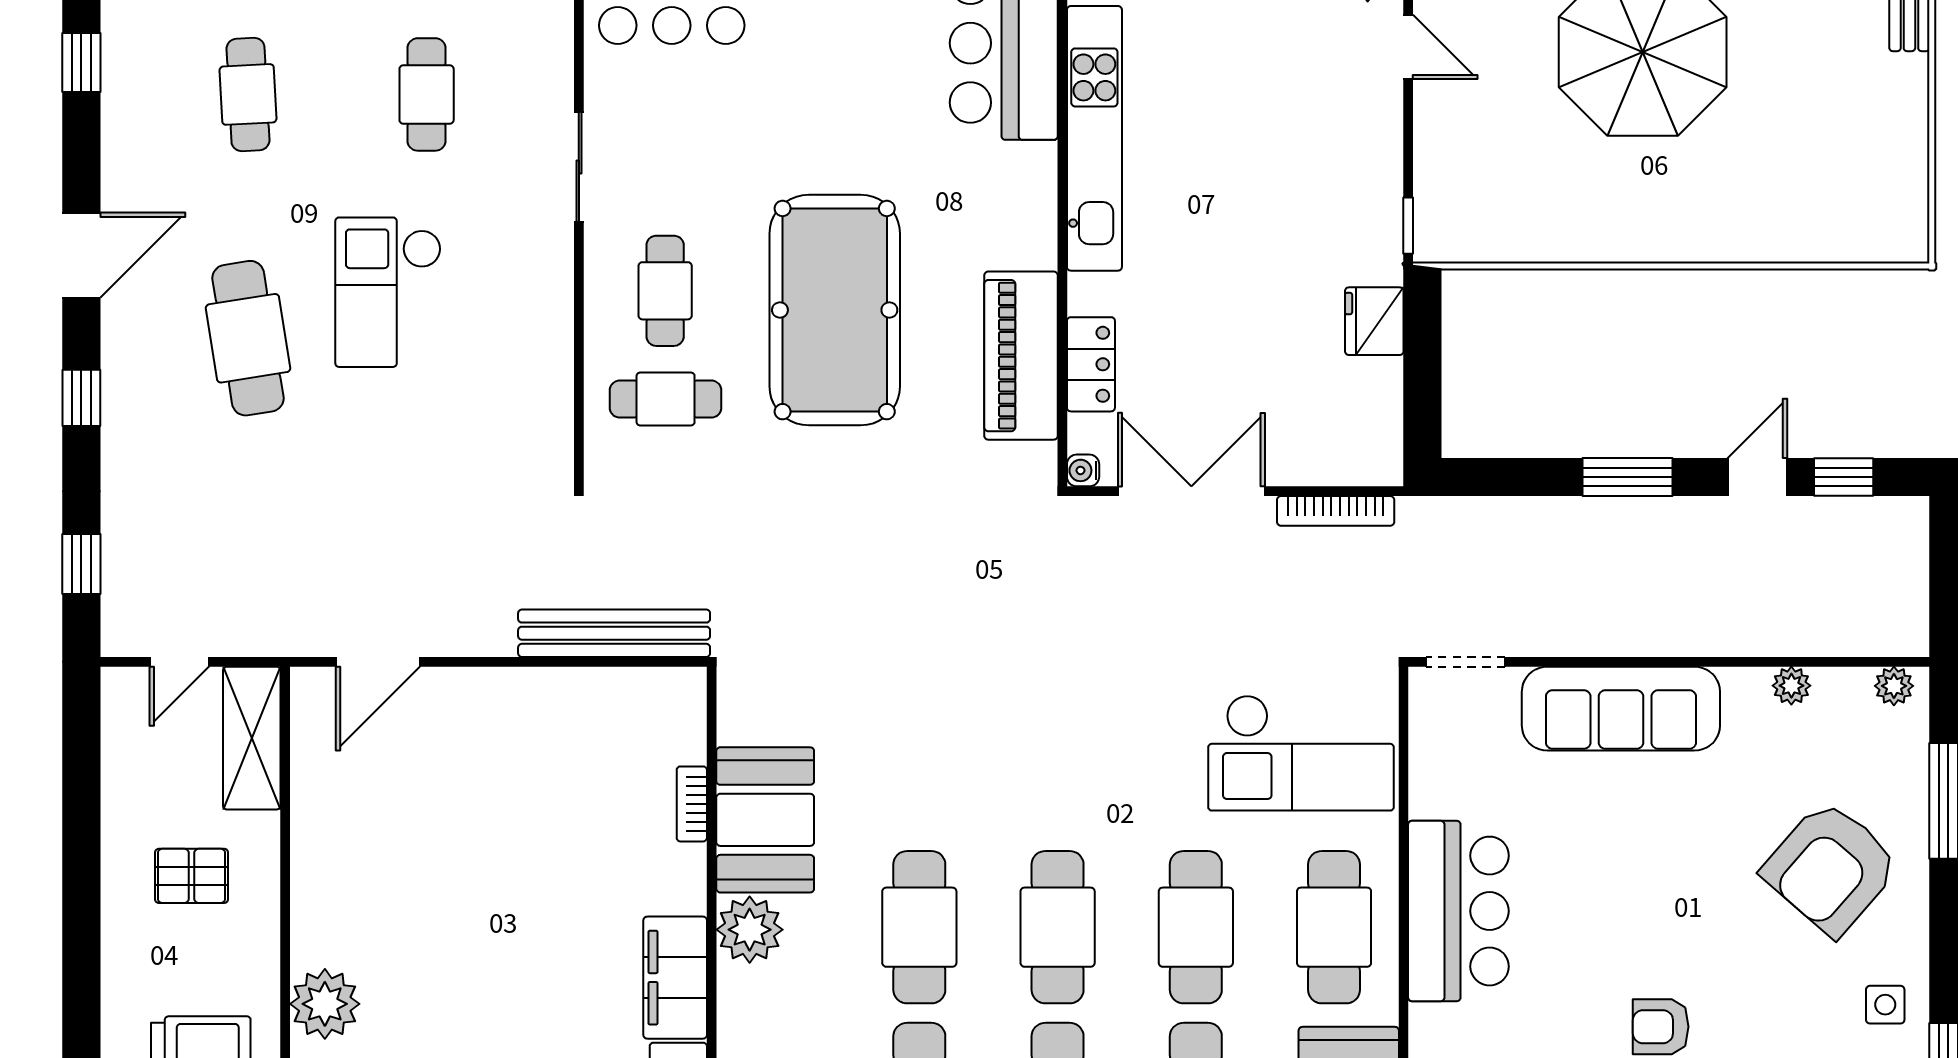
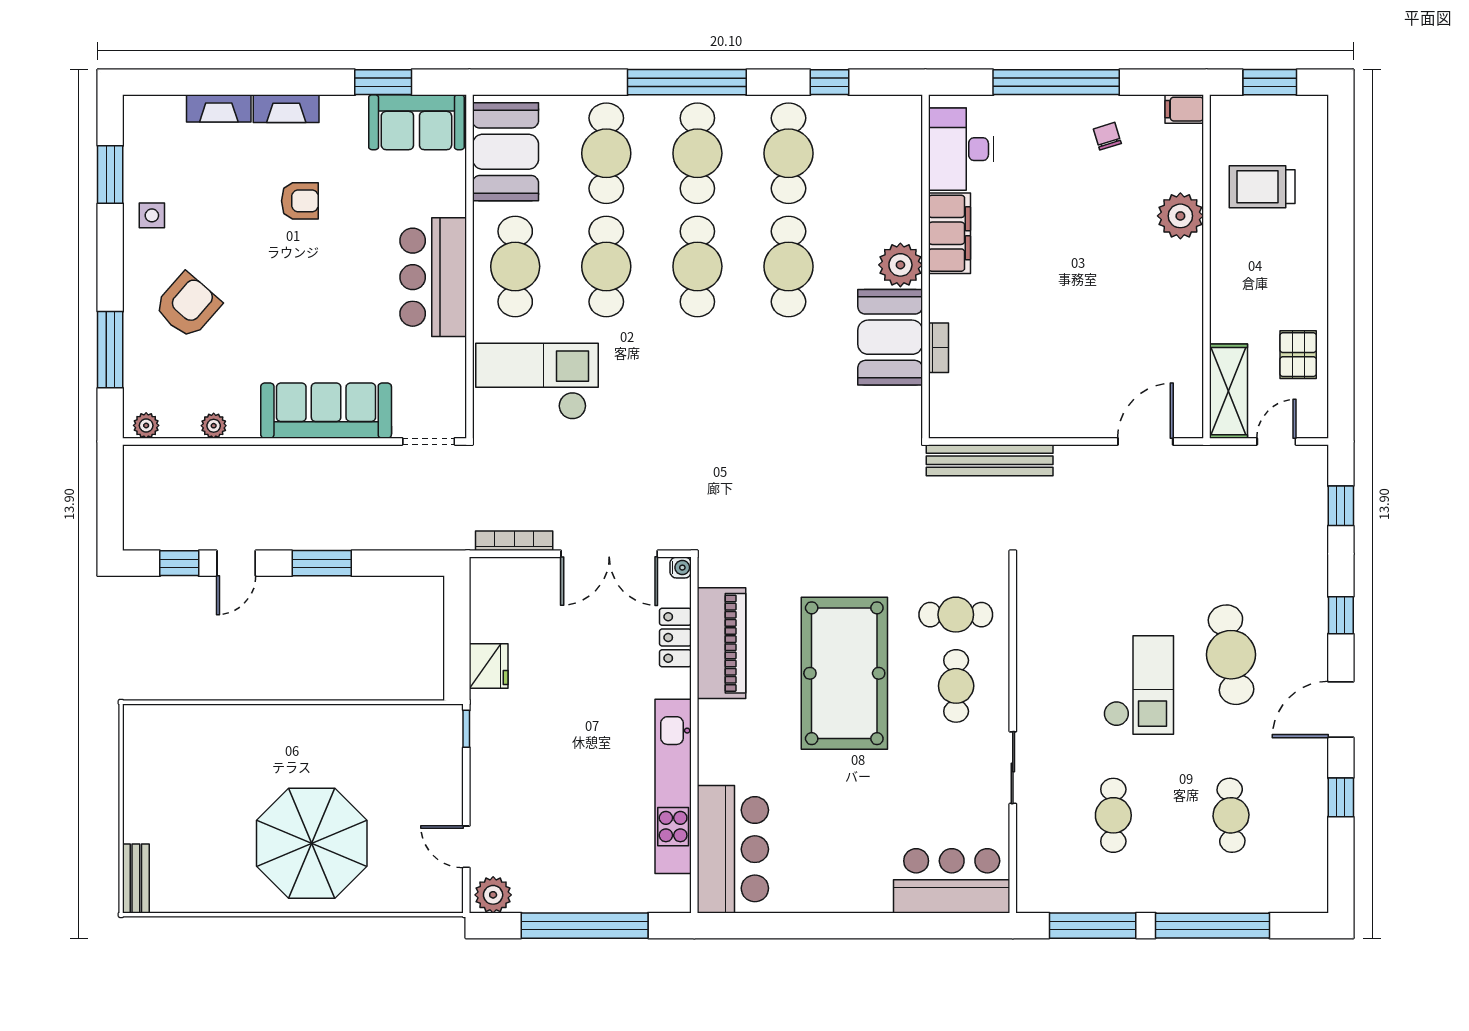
window: (81, 63) -> (1341, 797), moved
armchair: (1831, 868) -> (188, 306), width x0.73, depth x0.73
pallet: (192, 876) -> (1298, 355), moved, turned 90

